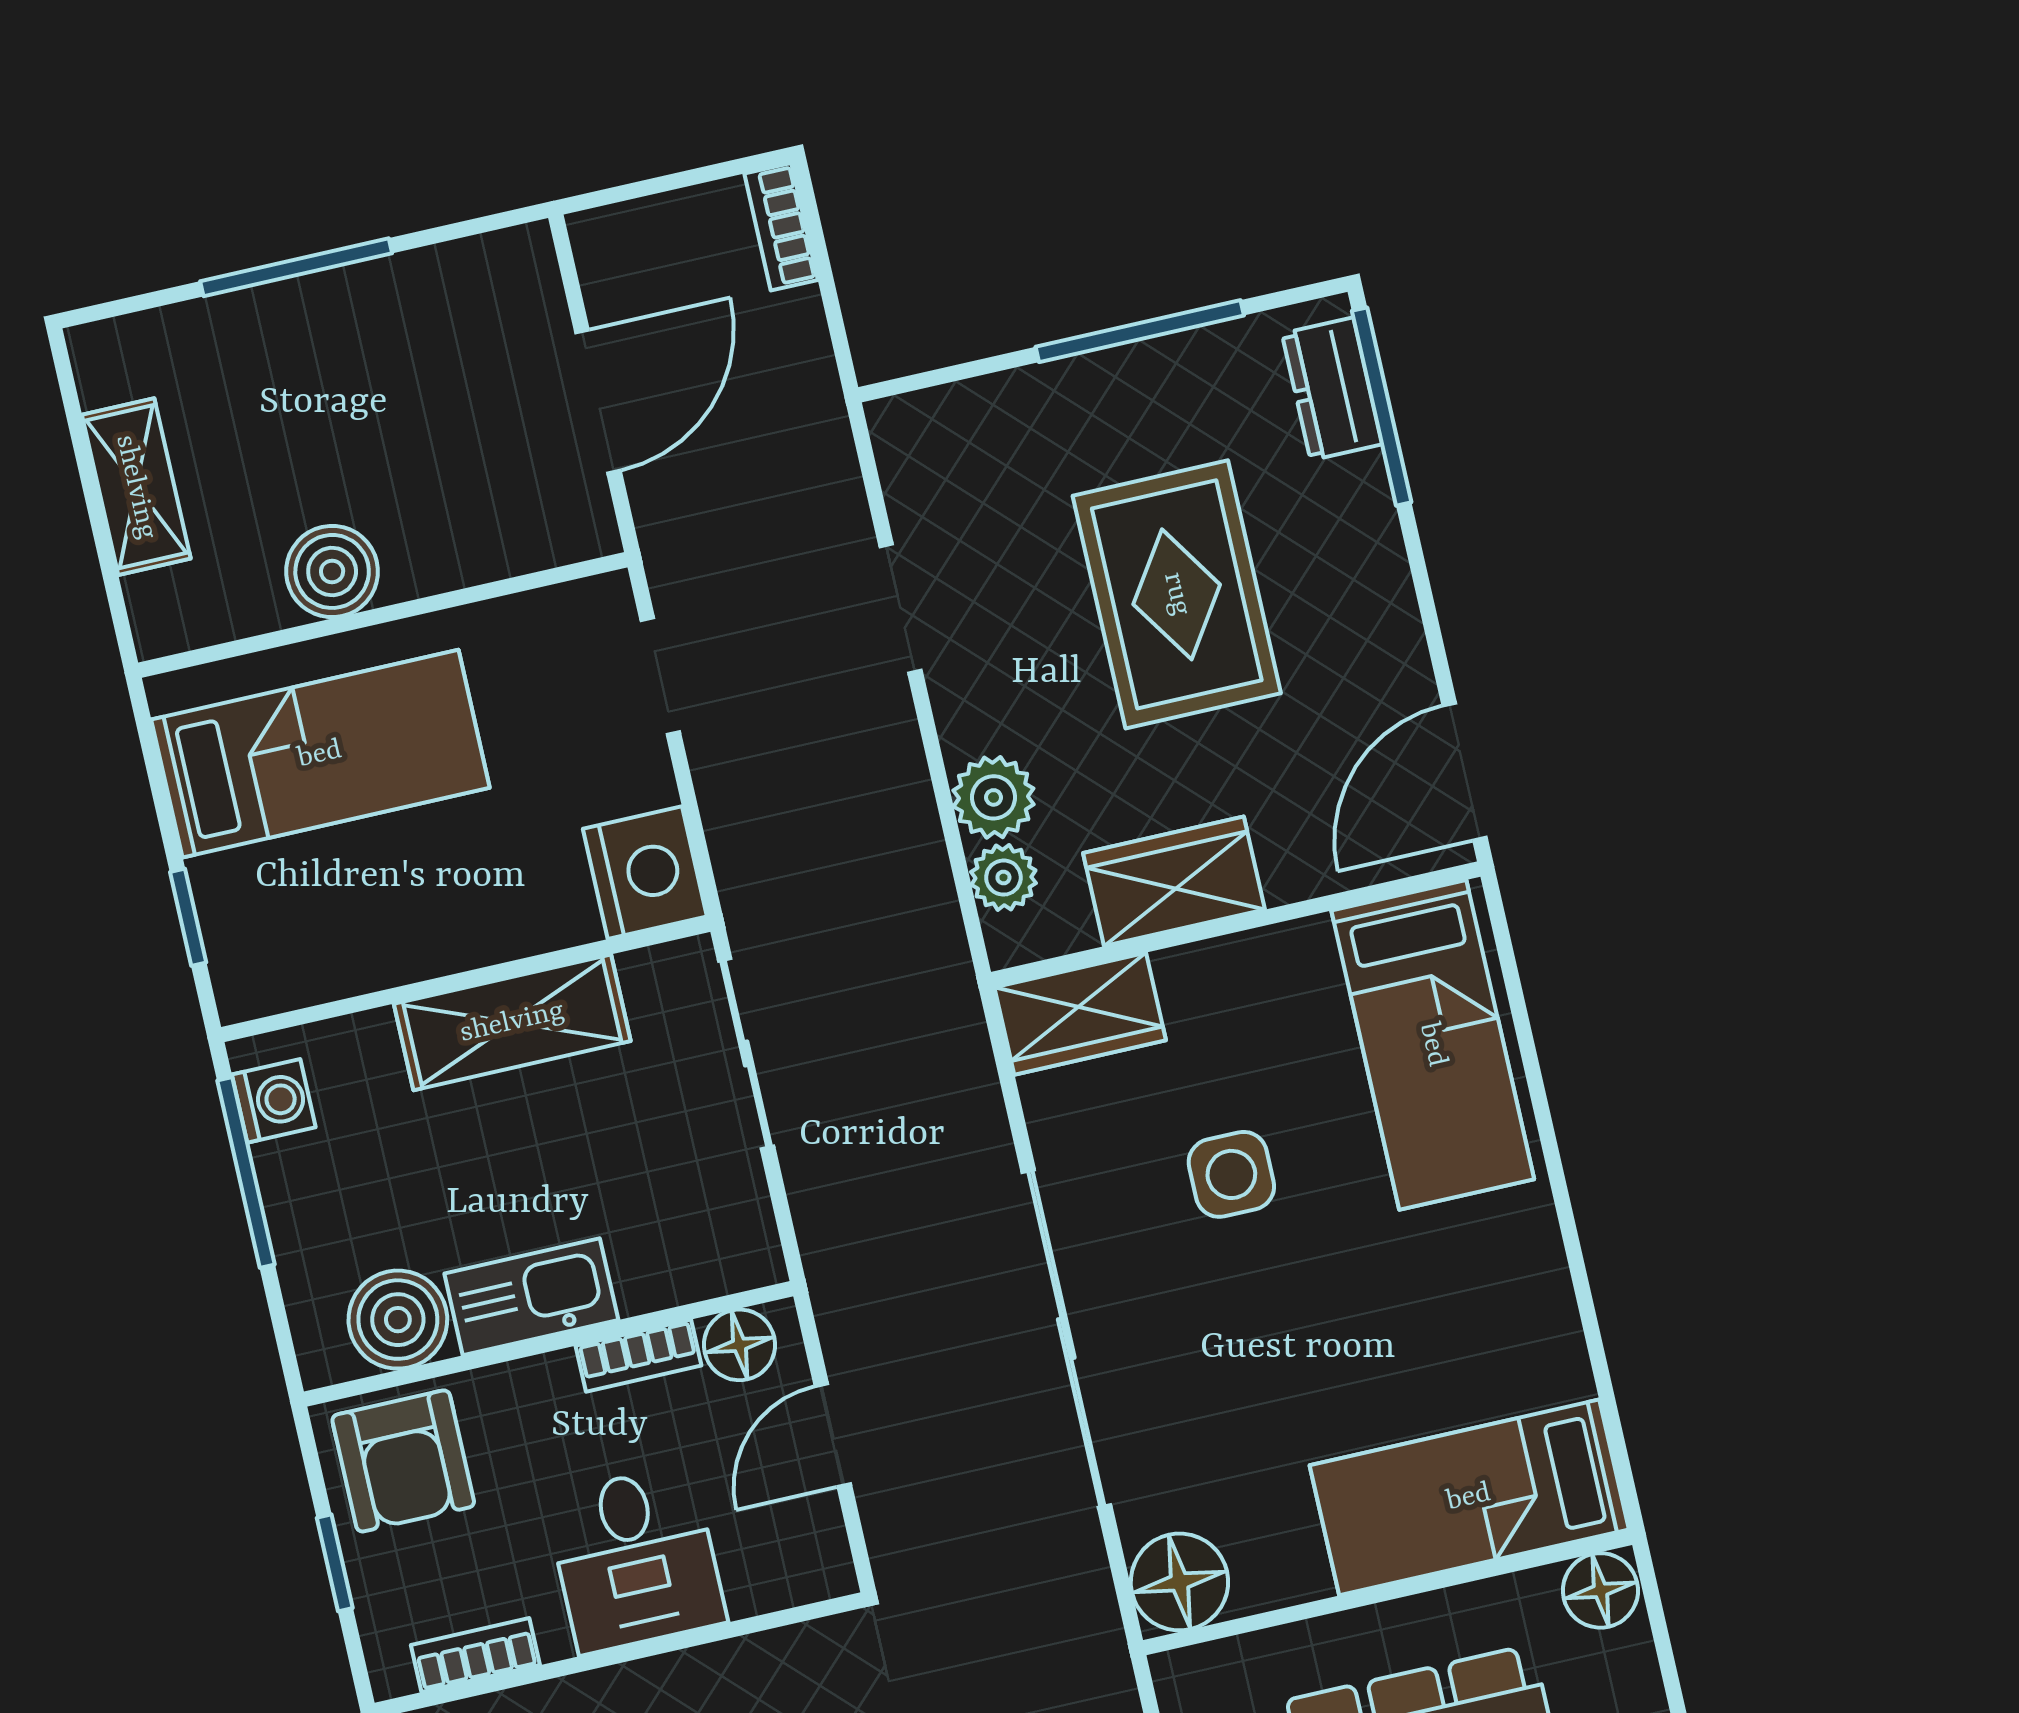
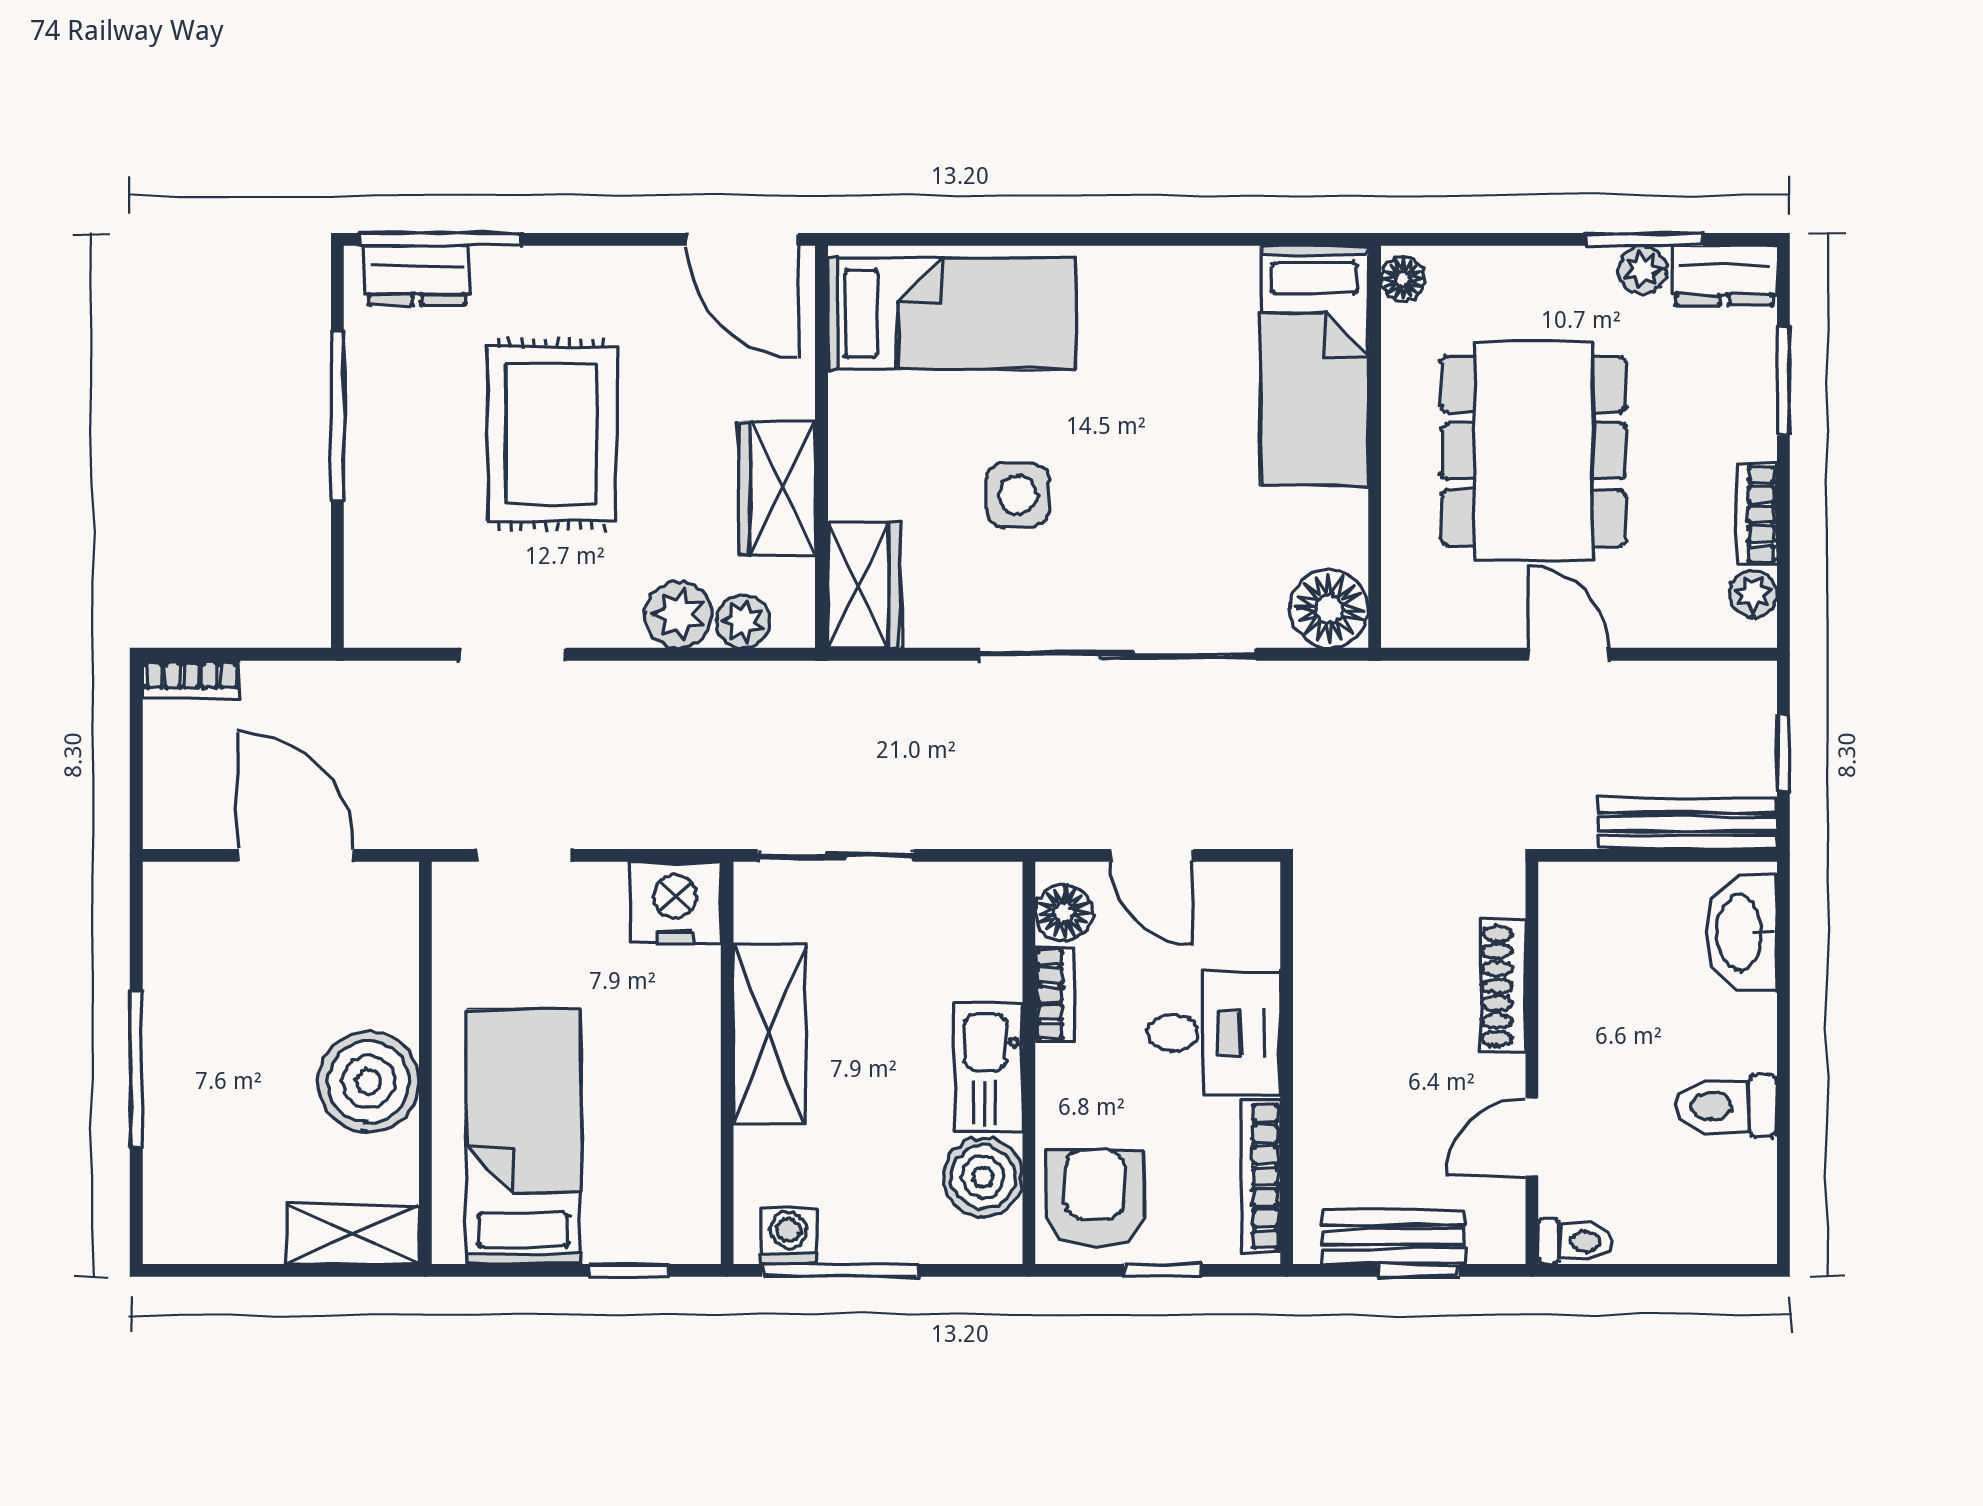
shelving: (136, 487) -> (353, 1234), moved
boiler: (332, 571) -> (369, 1082), width x1.37, depth x1.37
rug: (1177, 594) -> (551, 434), turned 90
armchair: (403, 1461) -> (1095, 1198), turned -90
floor lamp: (1600, 1590) -> (1403, 279), width x0.73, depth x0.73
bookcase: (475, 1655) -> (1261, 1176), width x1.56

